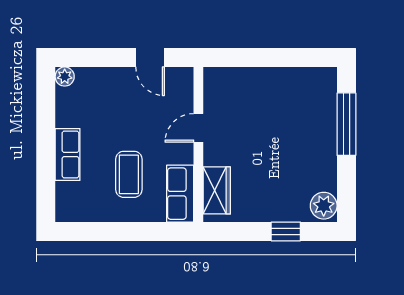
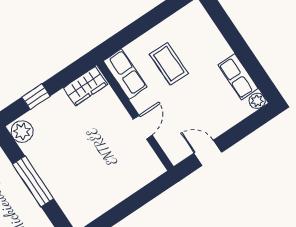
window: (346, 124) -> (33, 181), moved
row of seats: (68, 154) -> (238, 77), moved
wardrobe: (217, 190) -> (85, 86), moved, turned -90

